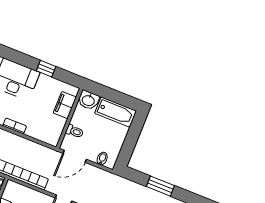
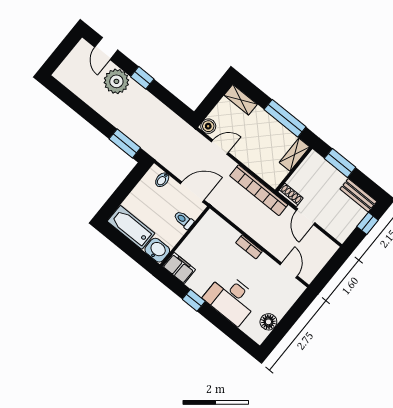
filing cabinet: (65, 105) -> (179, 268), moved, turned -90
window: (160, 186) -> (125, 143), moved

